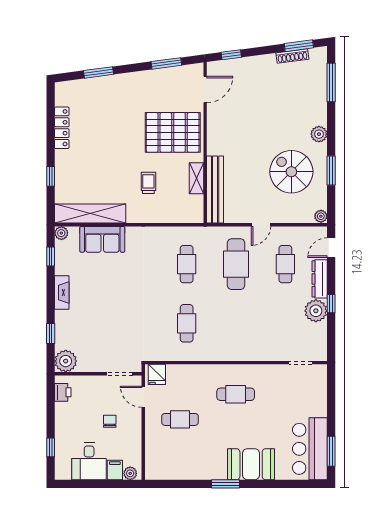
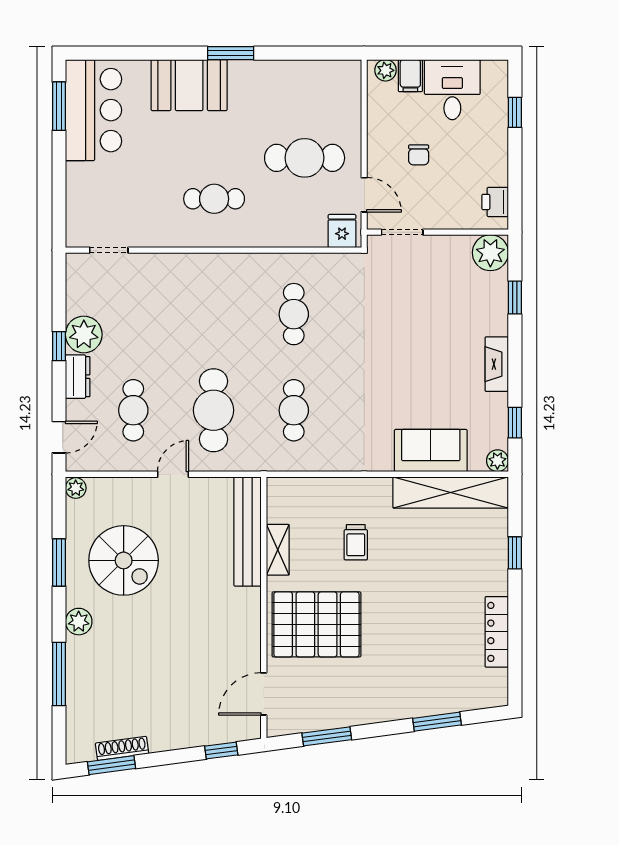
window: (331, 82) -> (59, 674), moved
dresser: (320, 279) -> (78, 377), width x0.70
cafe table: (180, 419) -> (305, 158), width x1.37, depth x1.35

